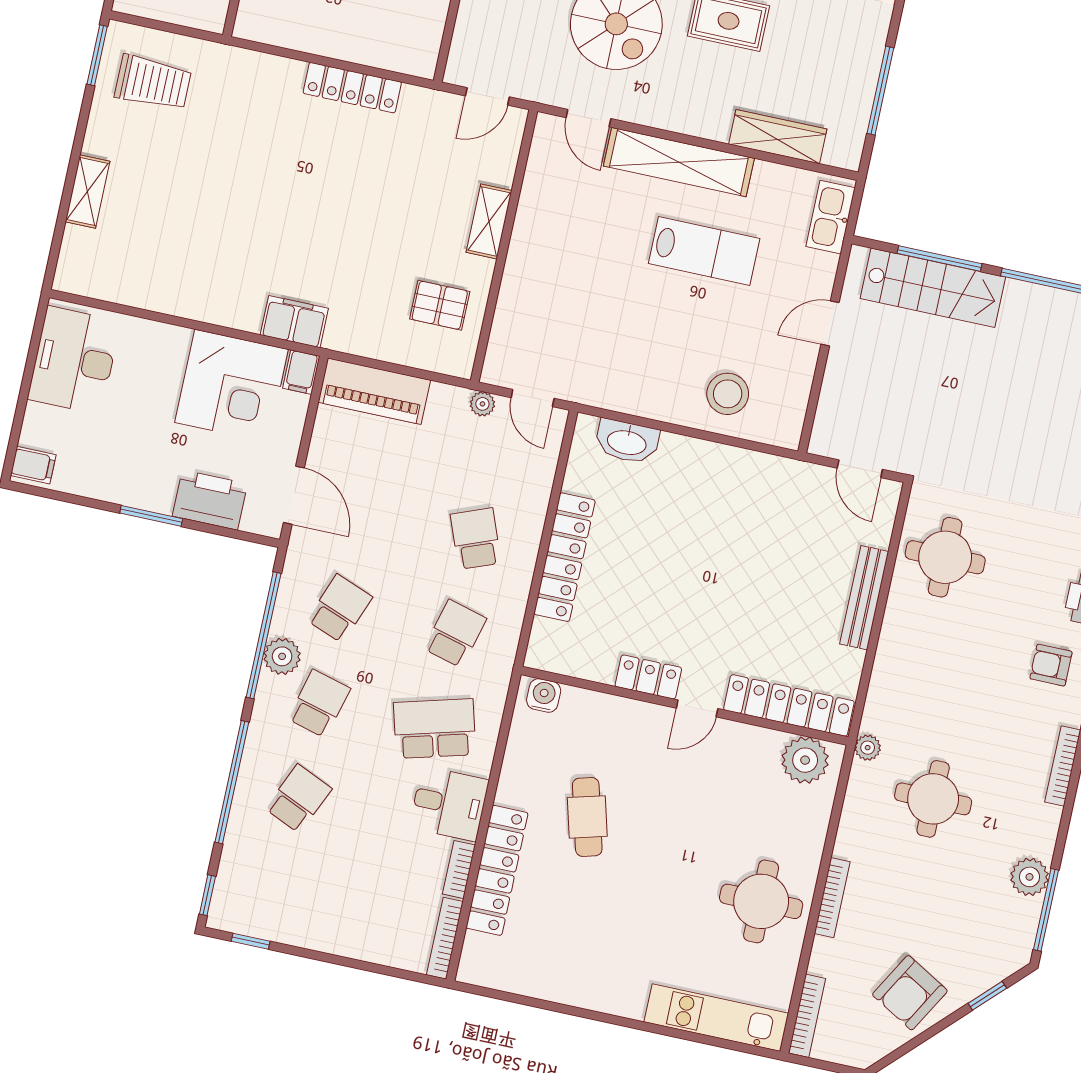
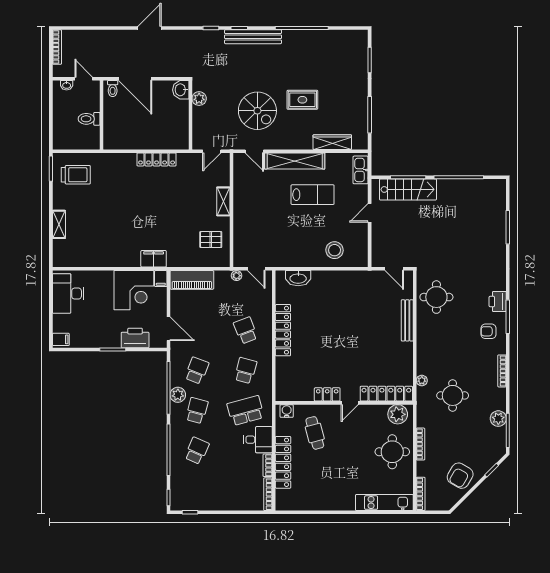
locker: (648, 677) -> (327, 394), moved
water cooler: (544, 695) -> (287, 411), moved
locker: (789, 705) -> (386, 394), moved
wall: (685, 706) -> (344, 403), moved
door: (697, 708) -> (350, 403), moved
plant: (805, 760) -> (398, 414), moved

